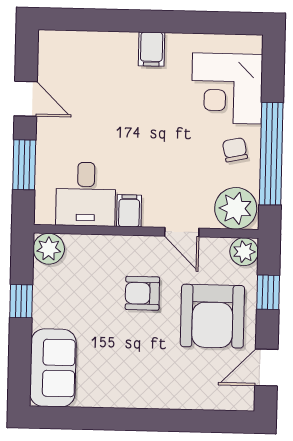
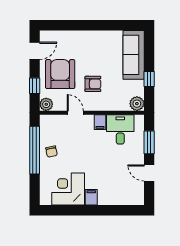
corner desk: (227, 88) -> (68, 189), moved, turned -90
plant: (236, 208) -> (50, 124), removed
sofa: (53, 368) -> (134, 55), width x1.36

